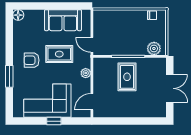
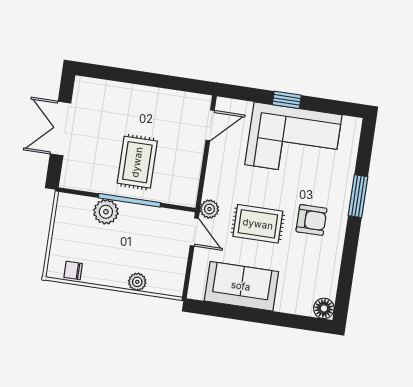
plant: (118, 14) -> (137, 282), added
plant: (154, 48) -> (106, 212), moved
plant: (86, 73) -> (209, 209), moved

